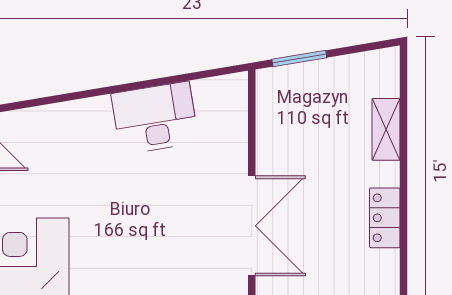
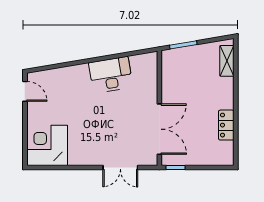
shelving: (386, 129) -> (227, 61), moved

